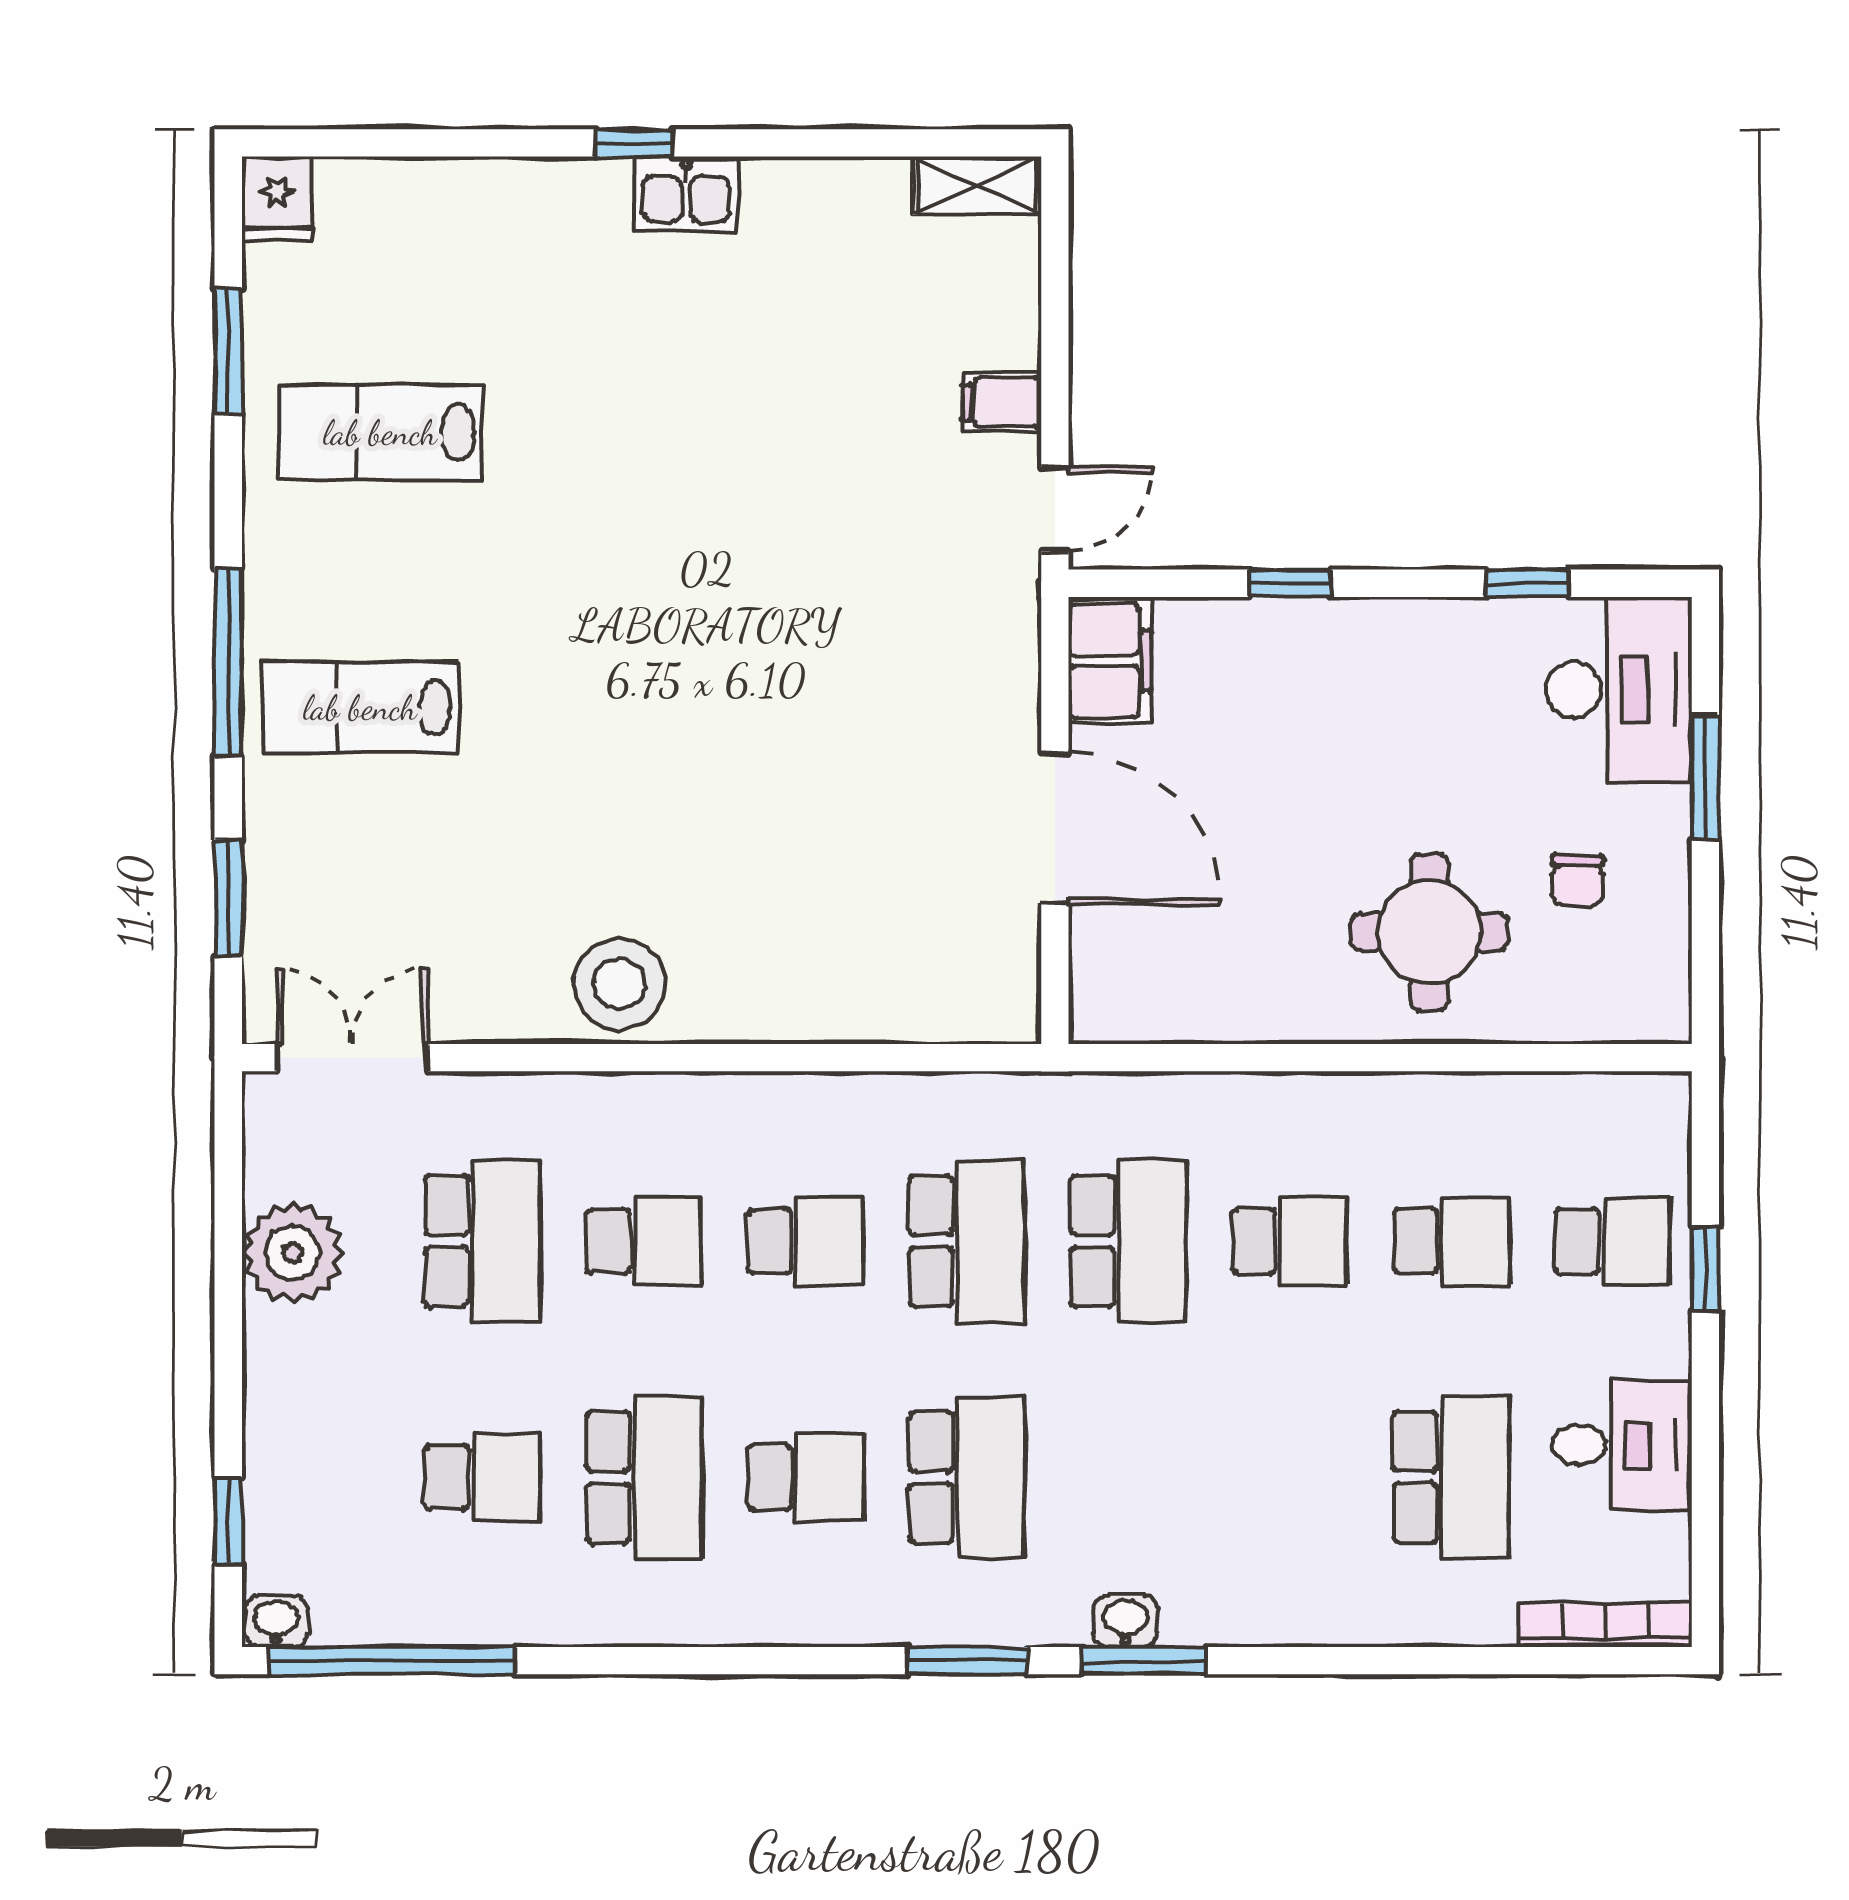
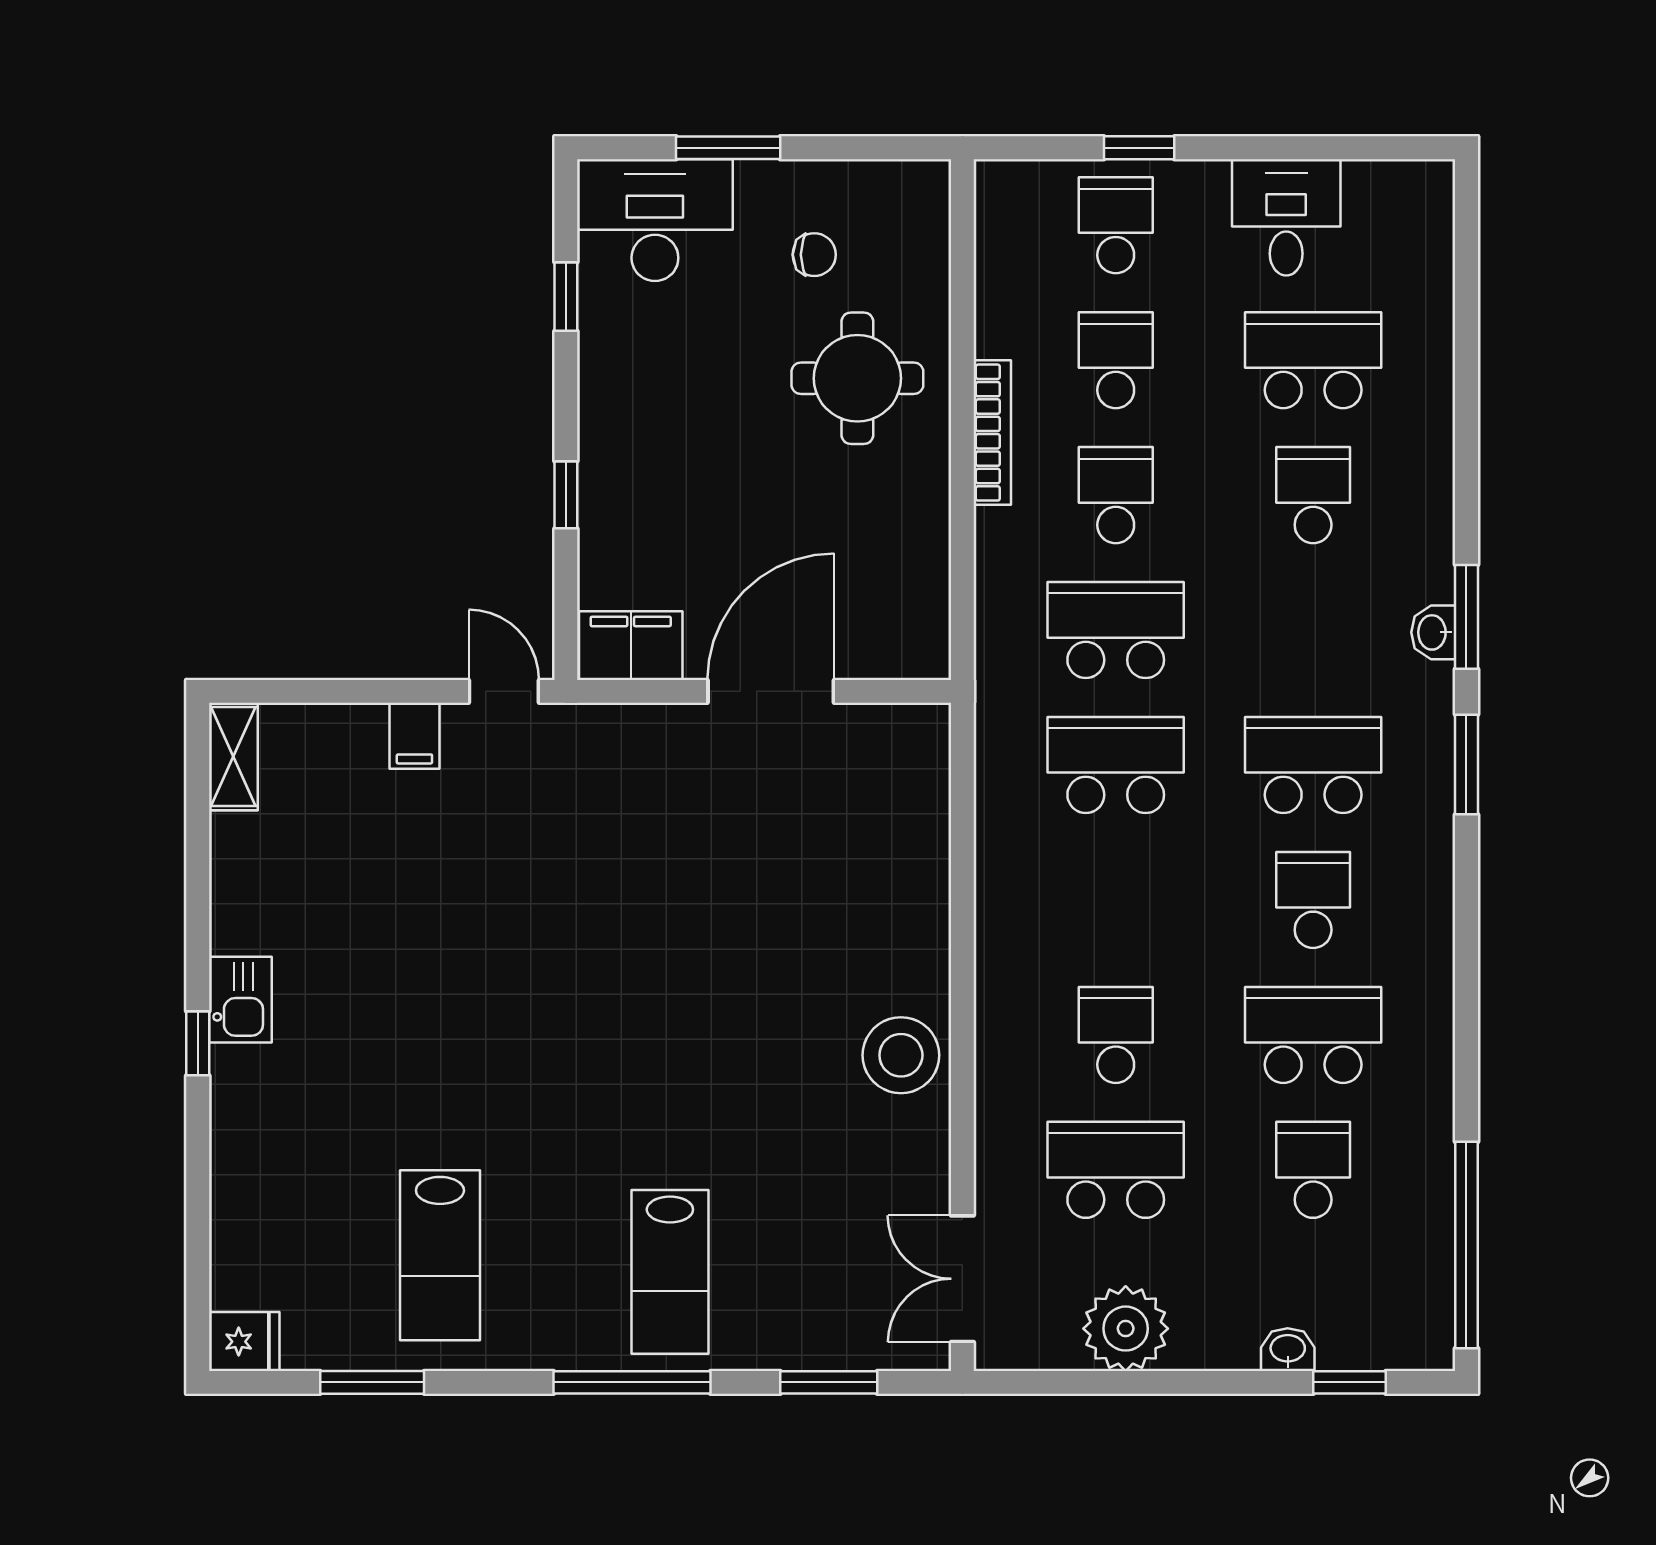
school desk: (805, 1241) -> (1313, 495), moved
washbasin: (276, 1621) -> (1288, 1350), moved, turned 90
bookcase: (1605, 1625) -> (992, 433), moved, turned 180

